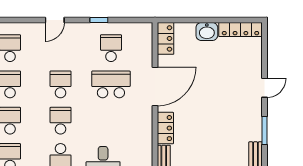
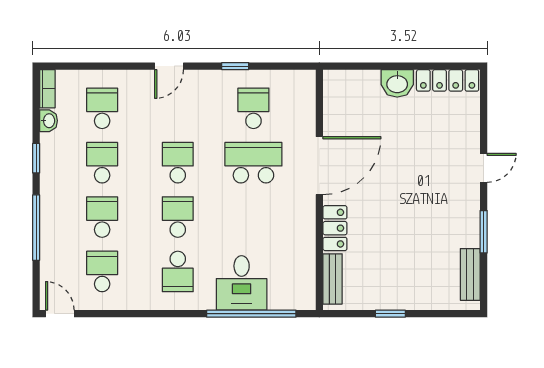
locker: (165, 38) -> (335, 94), removed

